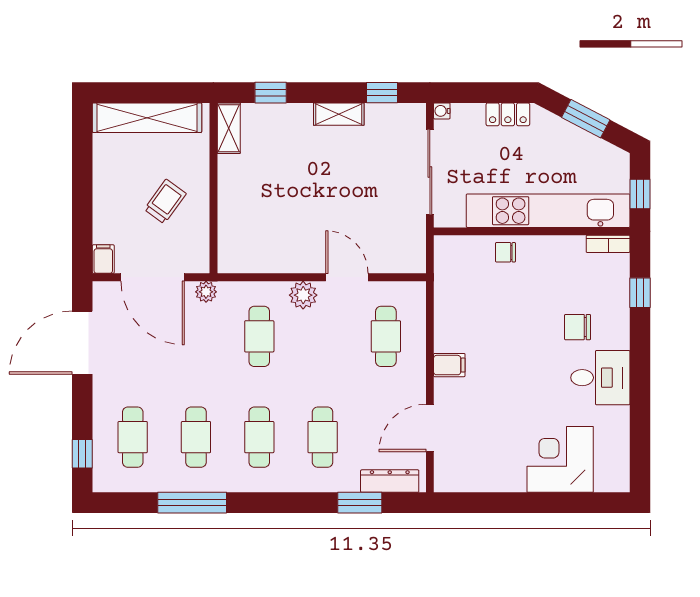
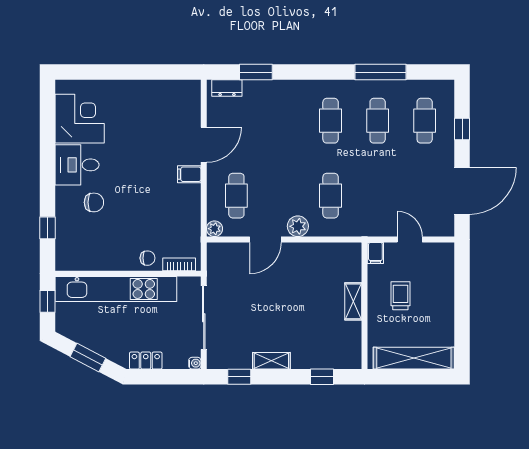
shelving: (229, 128) -> (353, 301), moved
trolley: (165, 202) -> (400, 296), turned 144
bookcase: (608, 244) -> (179, 264), moved
filing cabinet: (103, 259) -> (375, 253), moved
door: (153, 277) -> (410, 240), width x0.53
door: (347, 277) -> (265, 240), hinge flipped
plant: (206, 292) -> (214, 229), moved
door: (430, 428) -> (204, 145), moved
cafe table: (323, 437) -> (283, 121), removed
window: (82, 454) -> (462, 129), moved
corner desk: (560, 459) -> (80, 119), moved, turned -90
dresser: (390, 481) -> (227, 88), width x0.70

